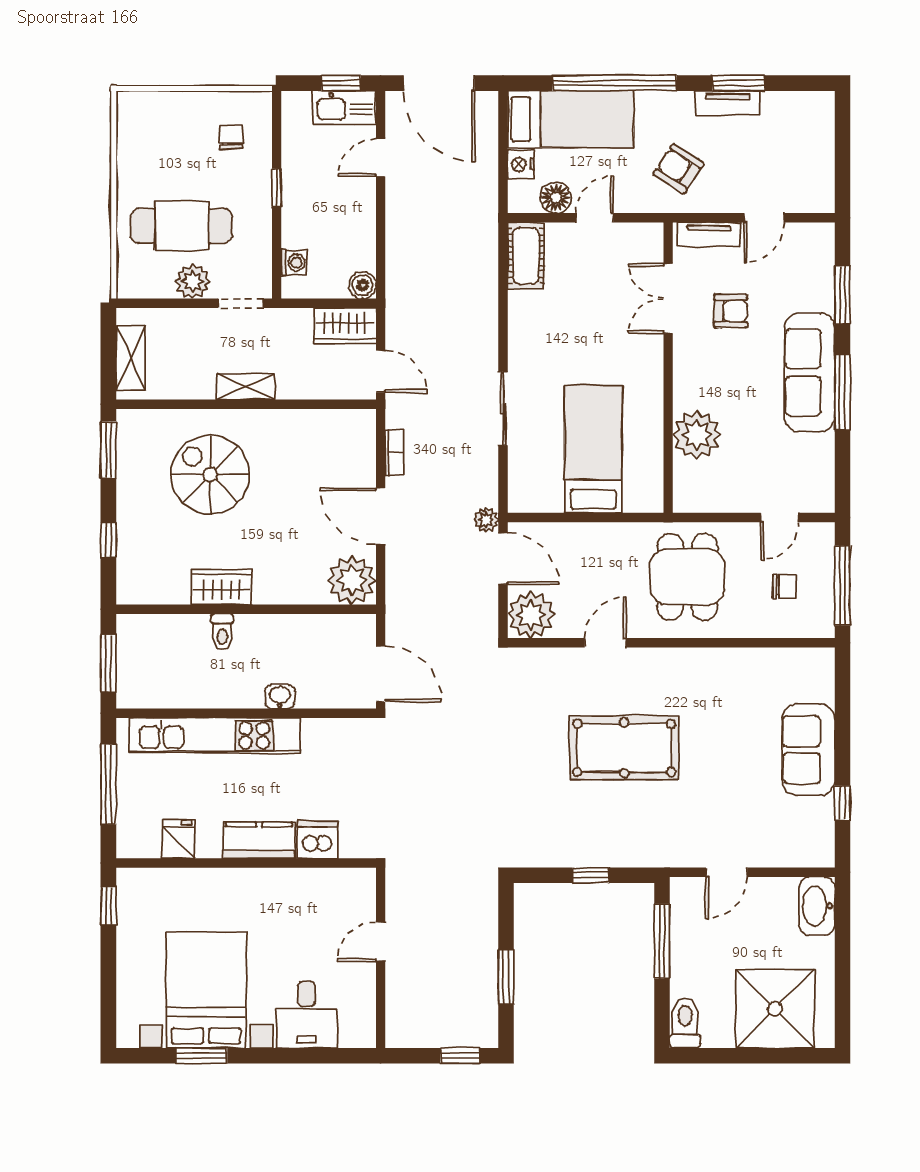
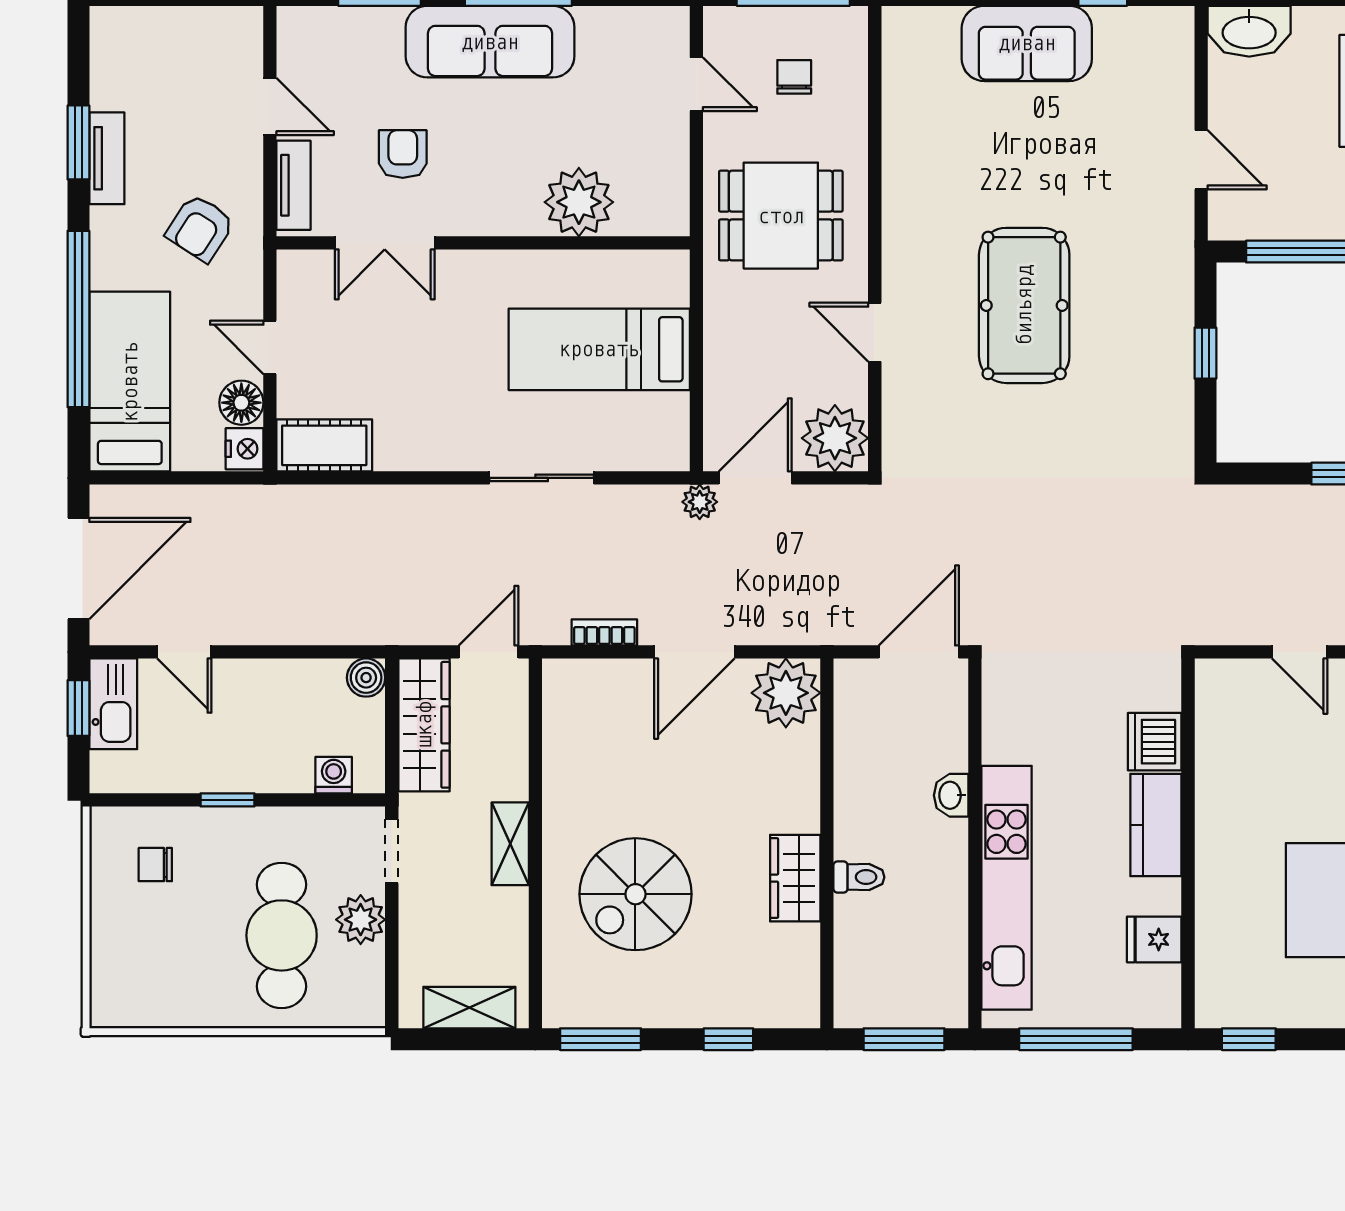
nightstand: (521, 164) -> (245, 449), moved, turned -90
wardrobe: (345, 326) -> (424, 725), width x1.50

